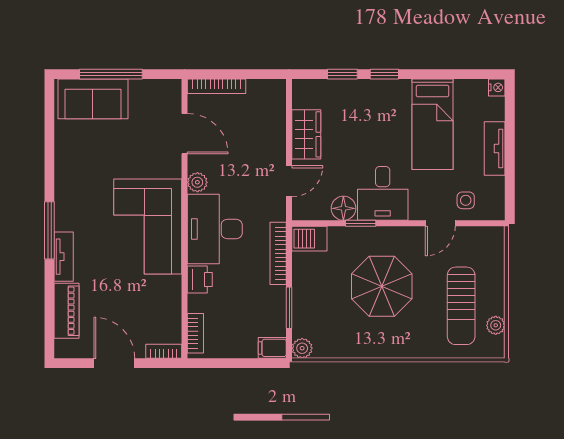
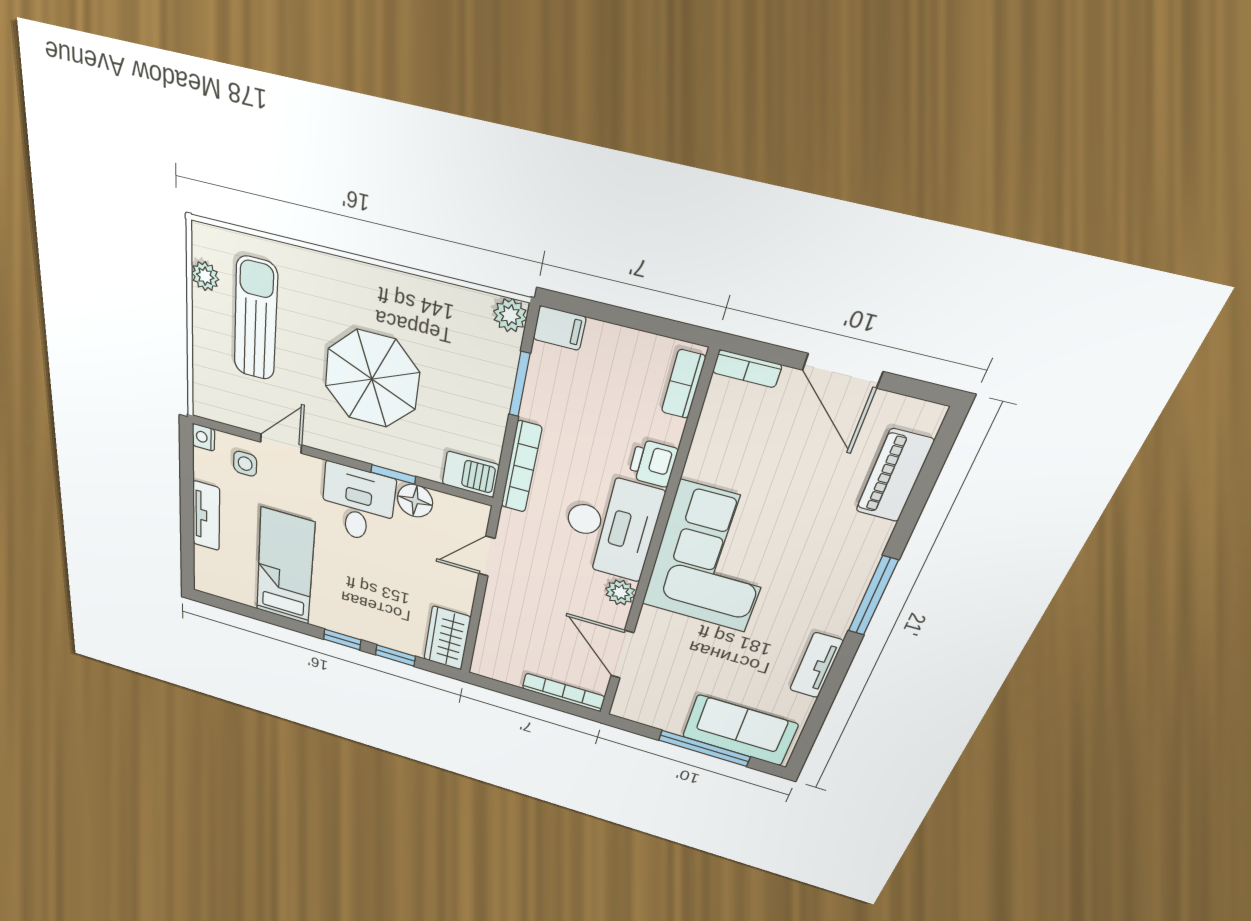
nightstand: (497, 87) -> (203, 437), moved
wardrobe: (306, 134) -> (447, 638), moved
tv unit: (64, 257) -> (816, 665), moved

